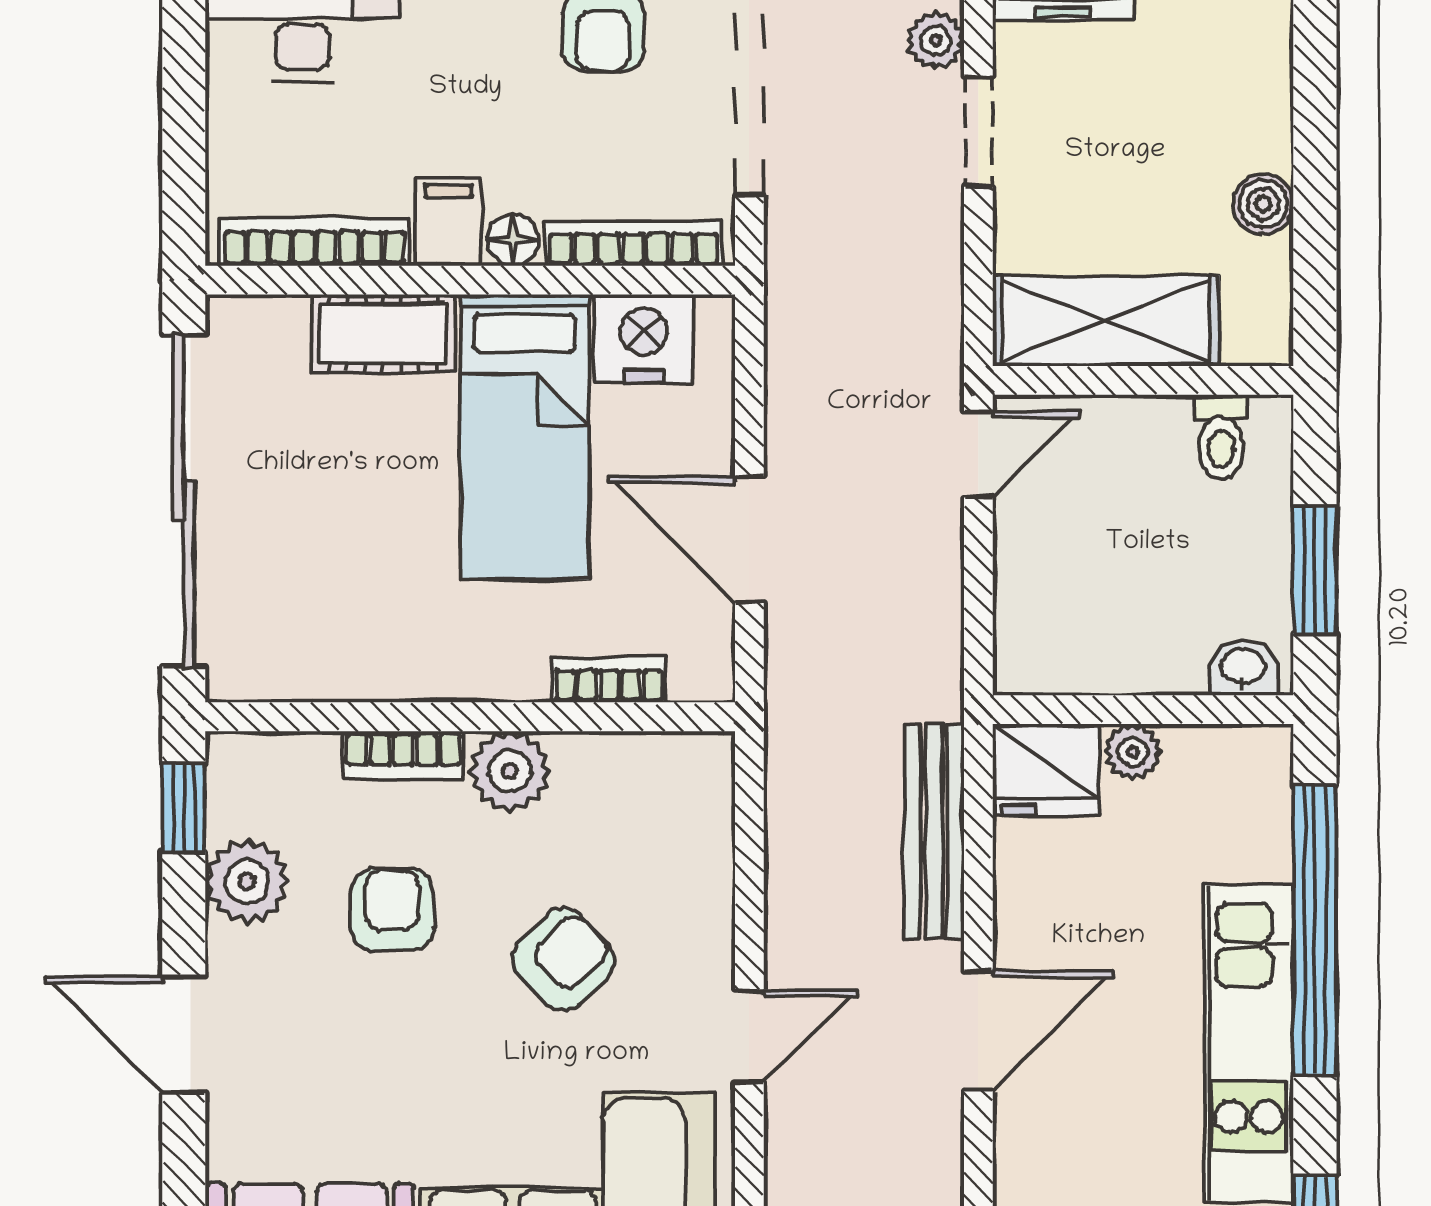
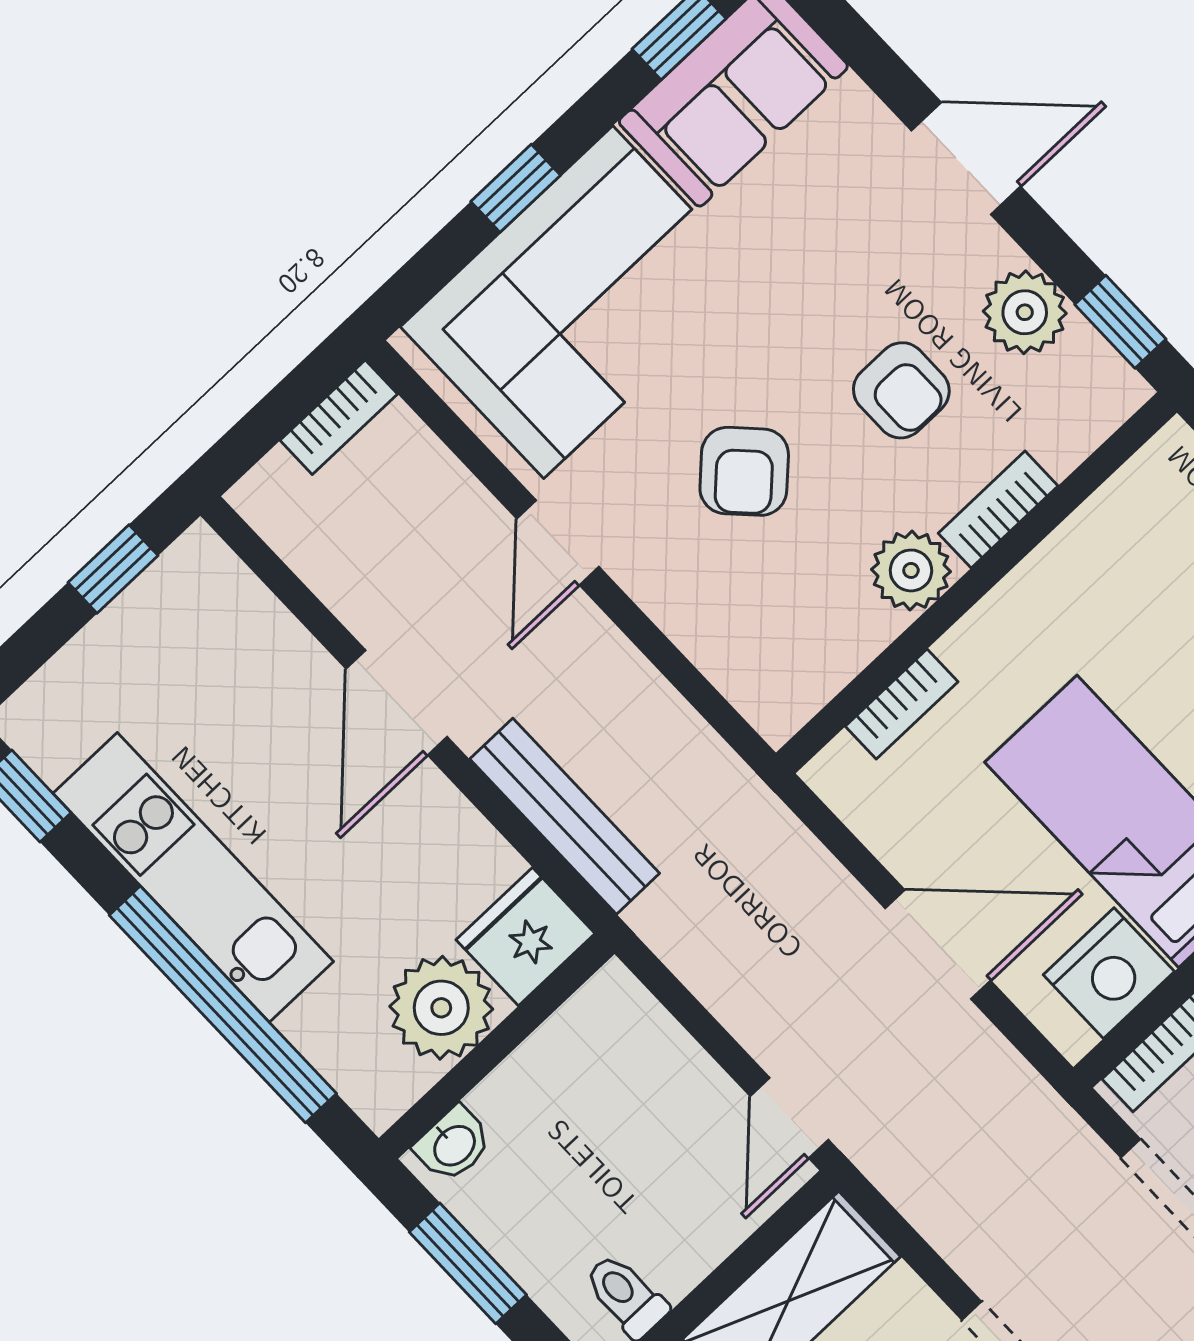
door: (749, 540) -> (938, 945), moved
plant: (1133, 752) -> (441, 1008), width x1.88, depth x1.88

